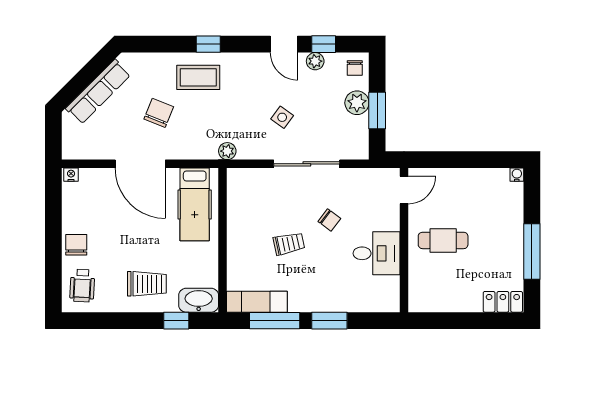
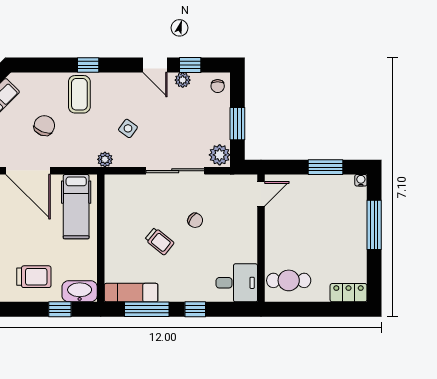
coffee table: (198, 77) -> (79, 94), turned 90
plant: (357, 103) -> (220, 155), moved
side table: (282, 117) -> (128, 128), moved
window: (477, 160) -> (326, 167), added
cafe table: (443, 240) -> (289, 280), moved
trolley: (289, 244) -> (159, 241), turned 51
window: (532, 251) -> (374, 225), moved
desk: (376, 253) -> (237, 283), moved
window: (329, 321) -> (195, 309), width x0.67

